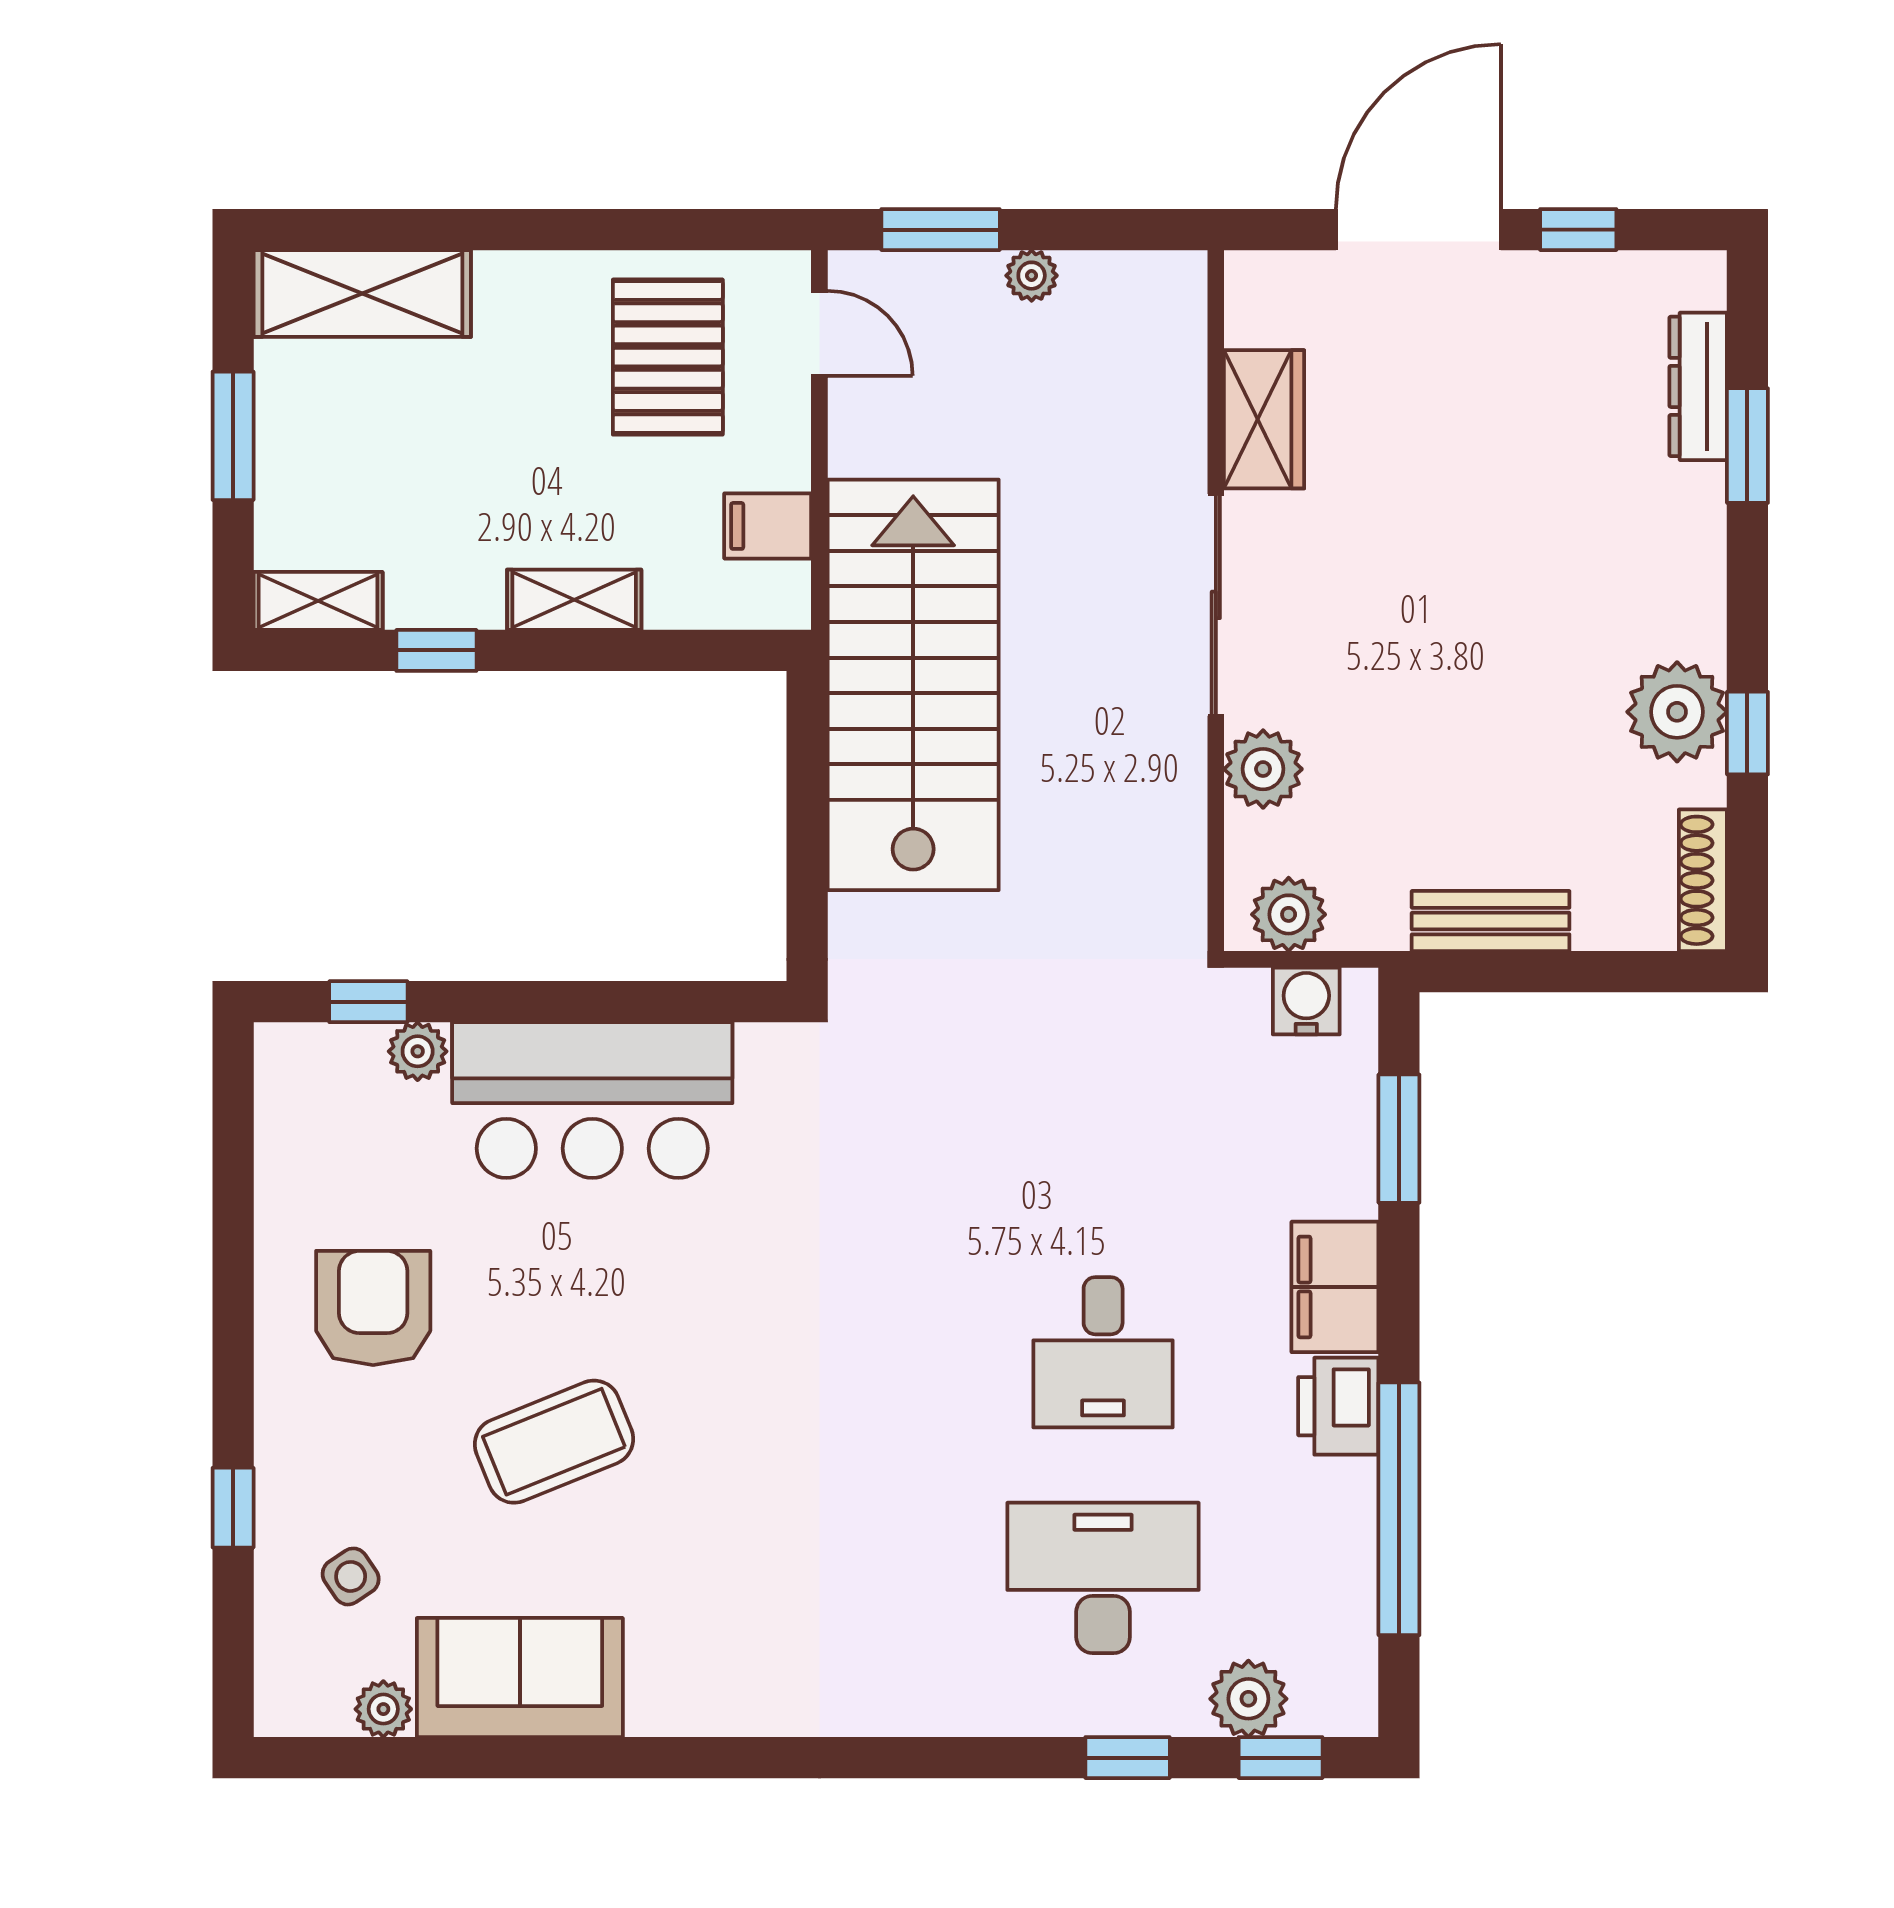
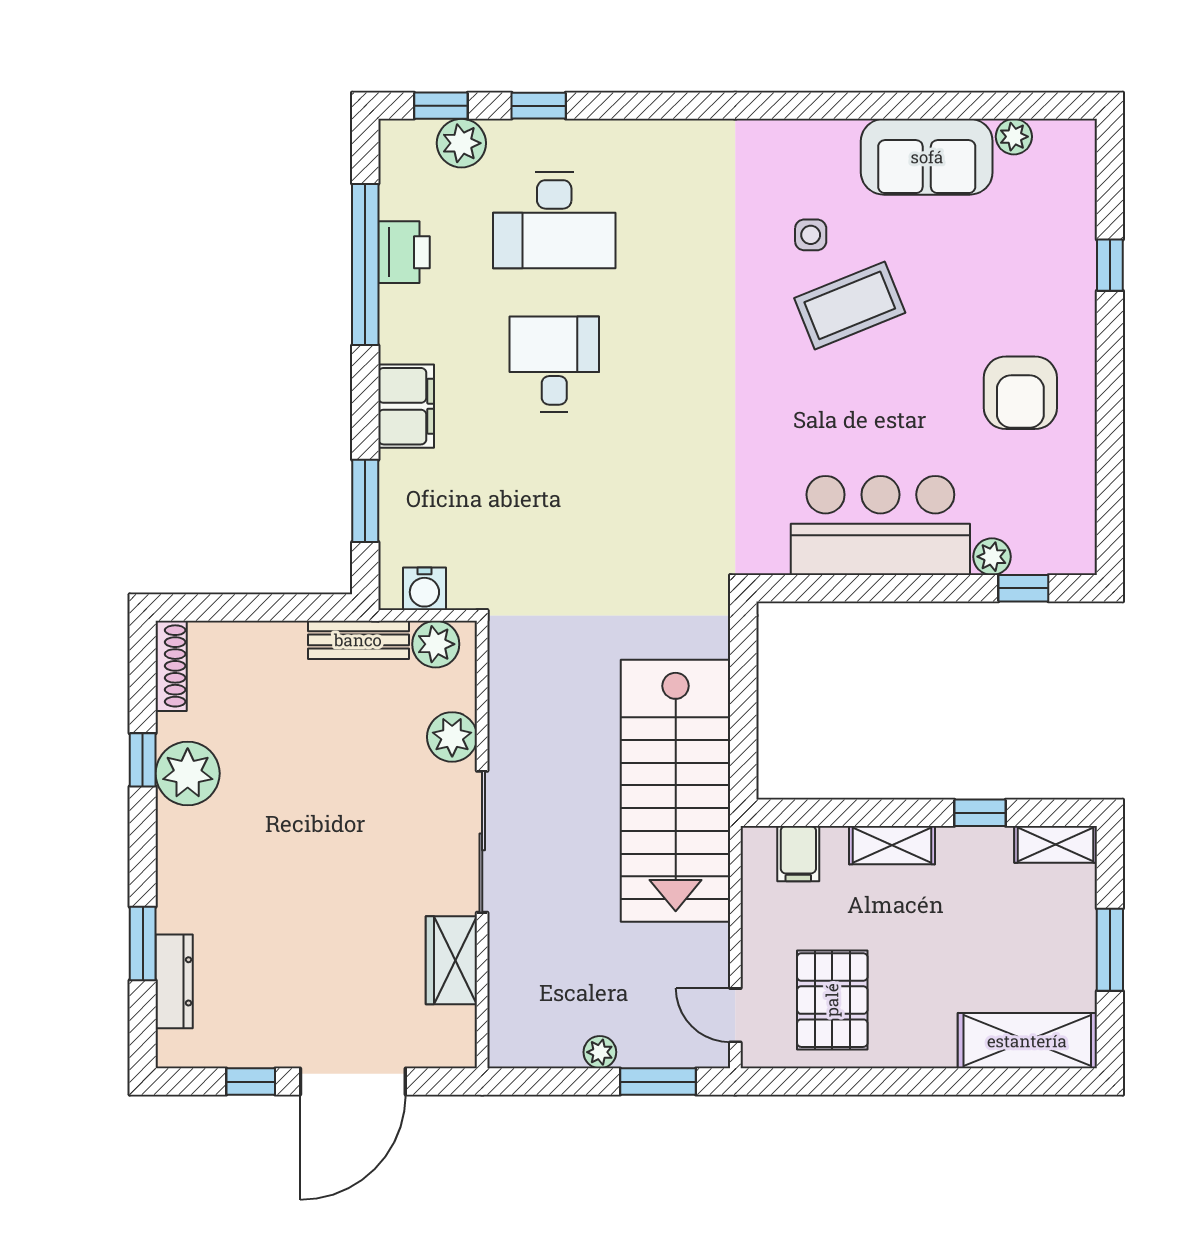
filing cabinet: (768, 526) -> (798, 854), moved, turned 90
bench: (1491, 921) -> (358, 640), moved
printer: (1338, 1406) -> (404, 252), moved
coffee table: (554, 1442) -> (850, 305), moved
side table: (351, 1576) -> (811, 235), moved, turned 34

